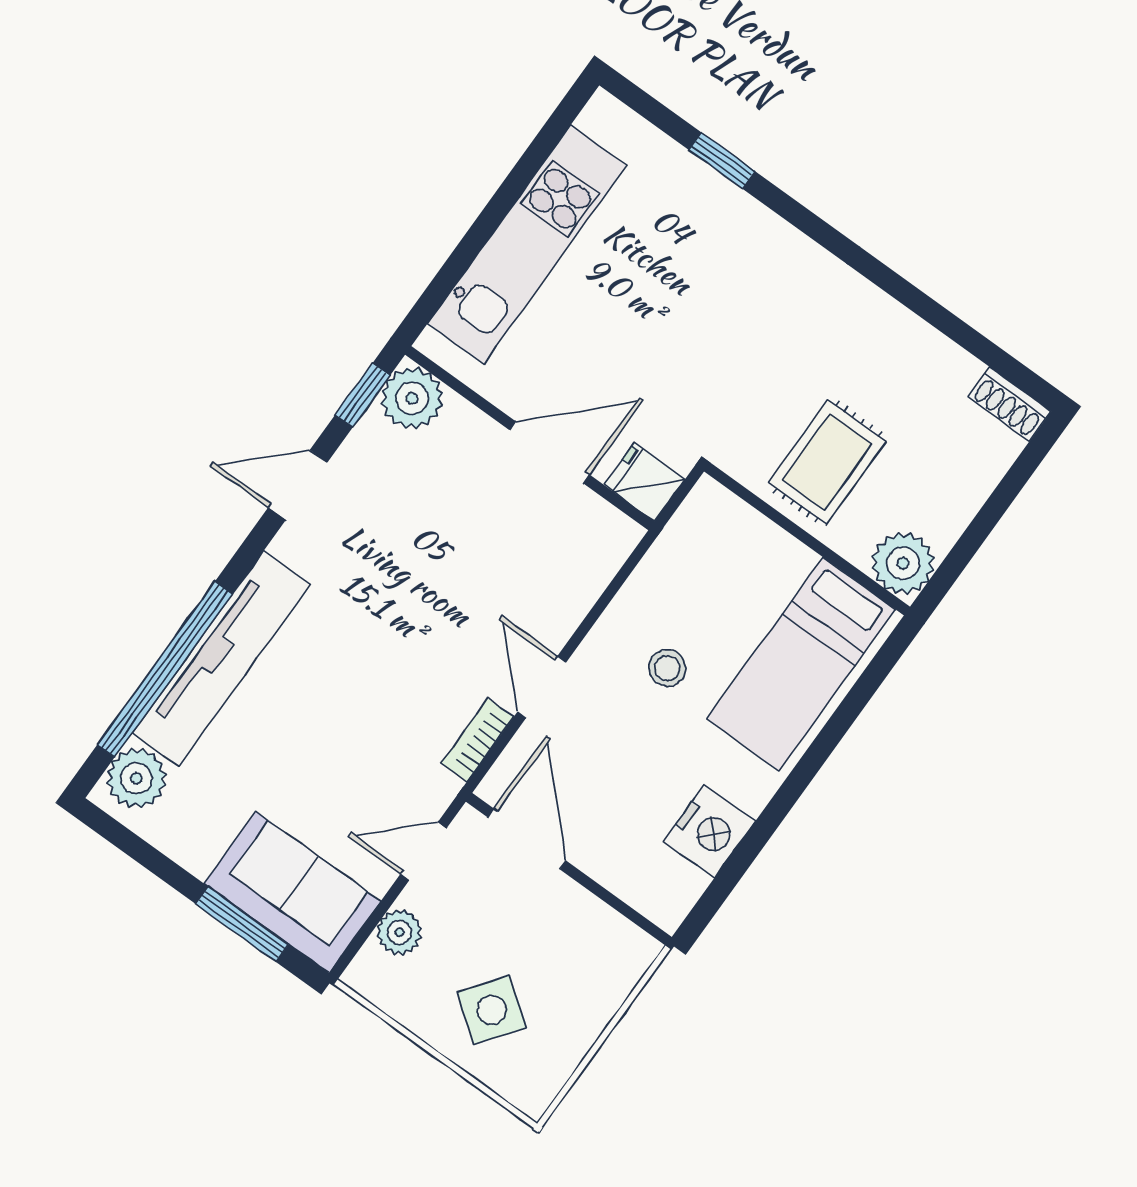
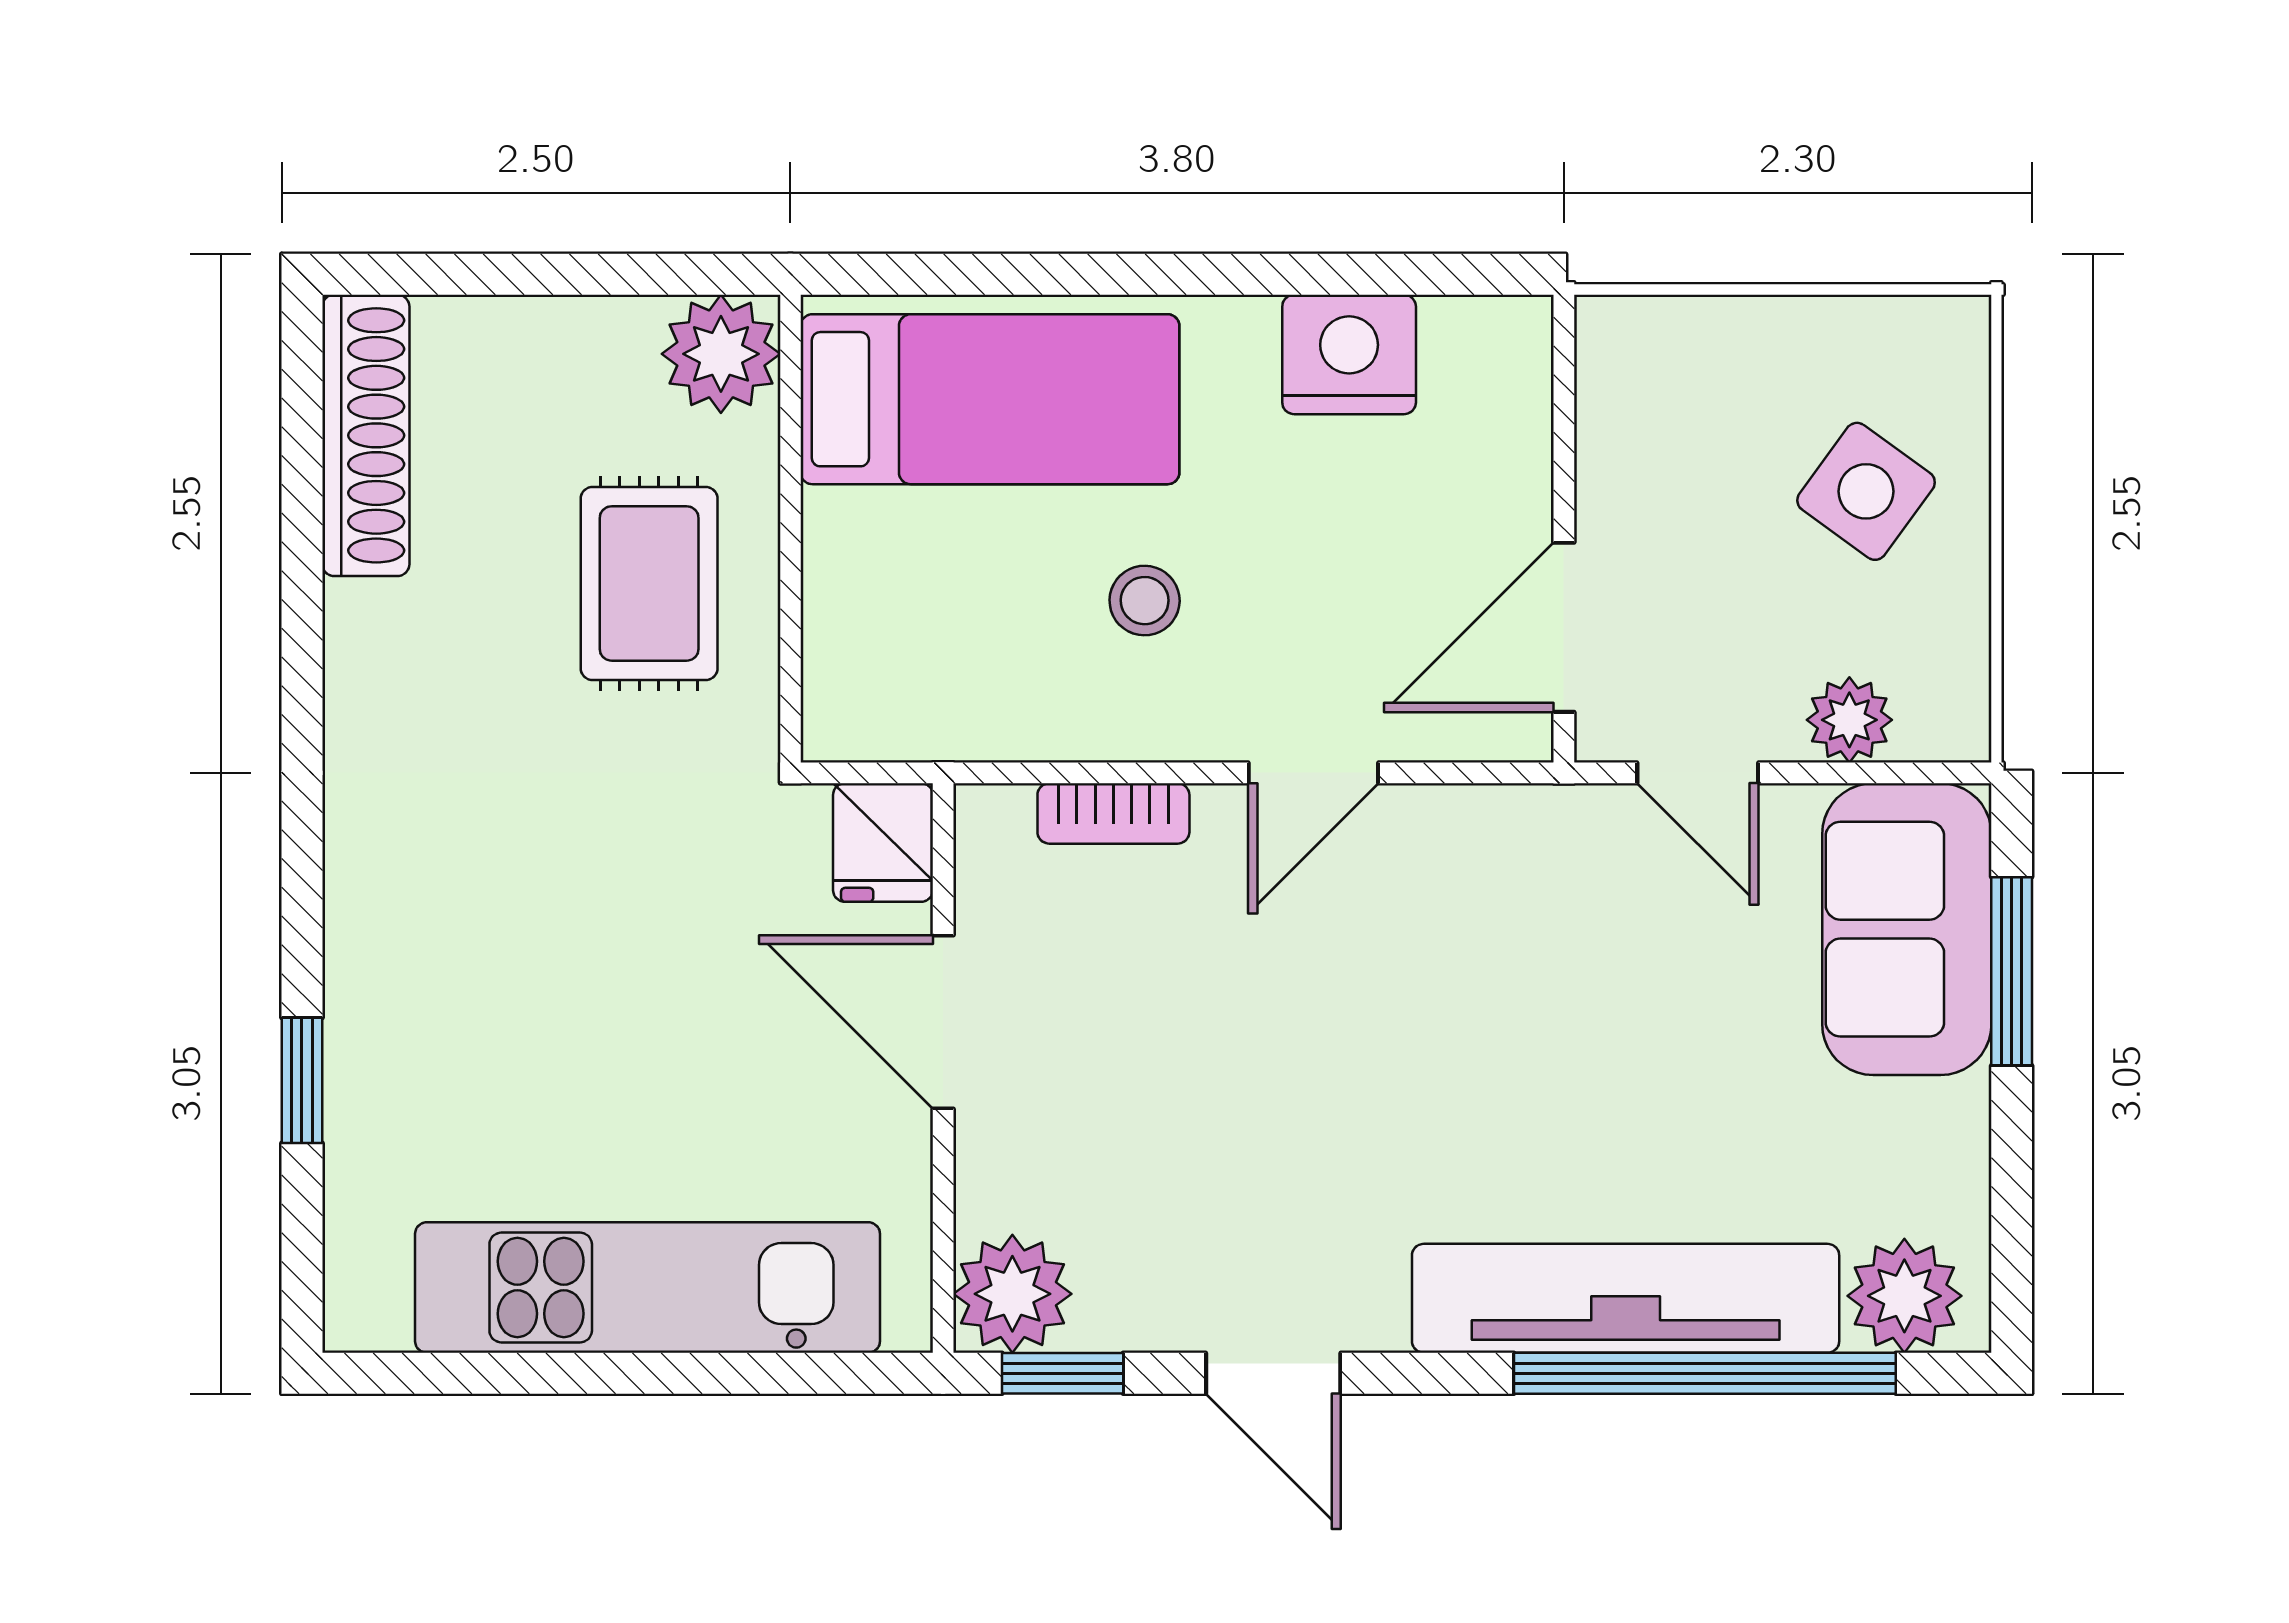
shoe rack: (1009, 404) -> (366, 435), width x1.94, depth x1.24
rug: (827, 462) -> (649, 583), turned 90
bookcase: (477, 740) -> (1113, 813), moved

